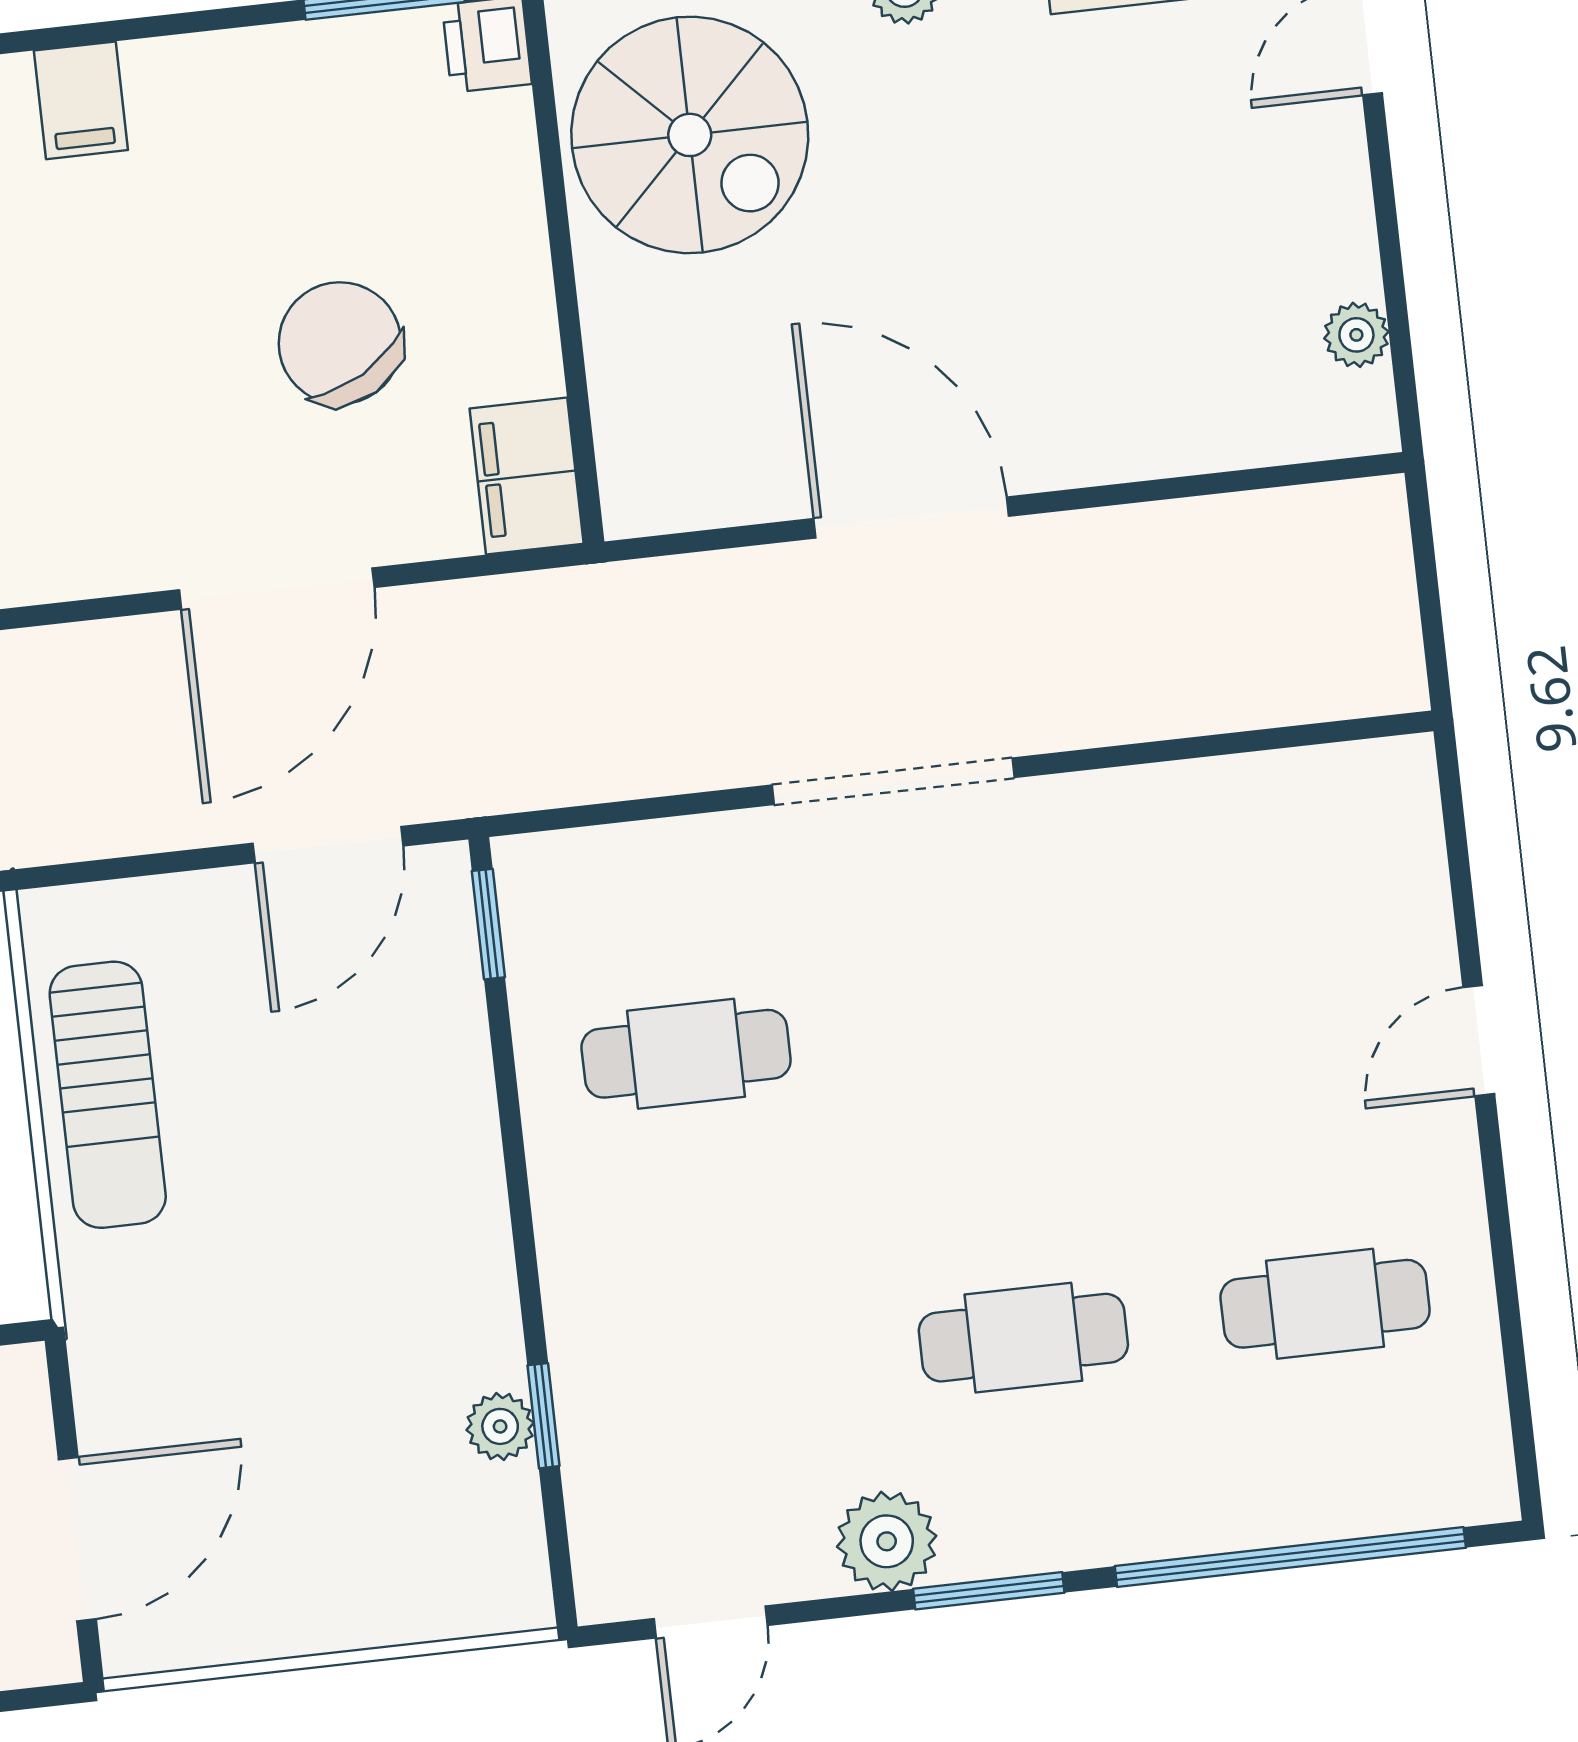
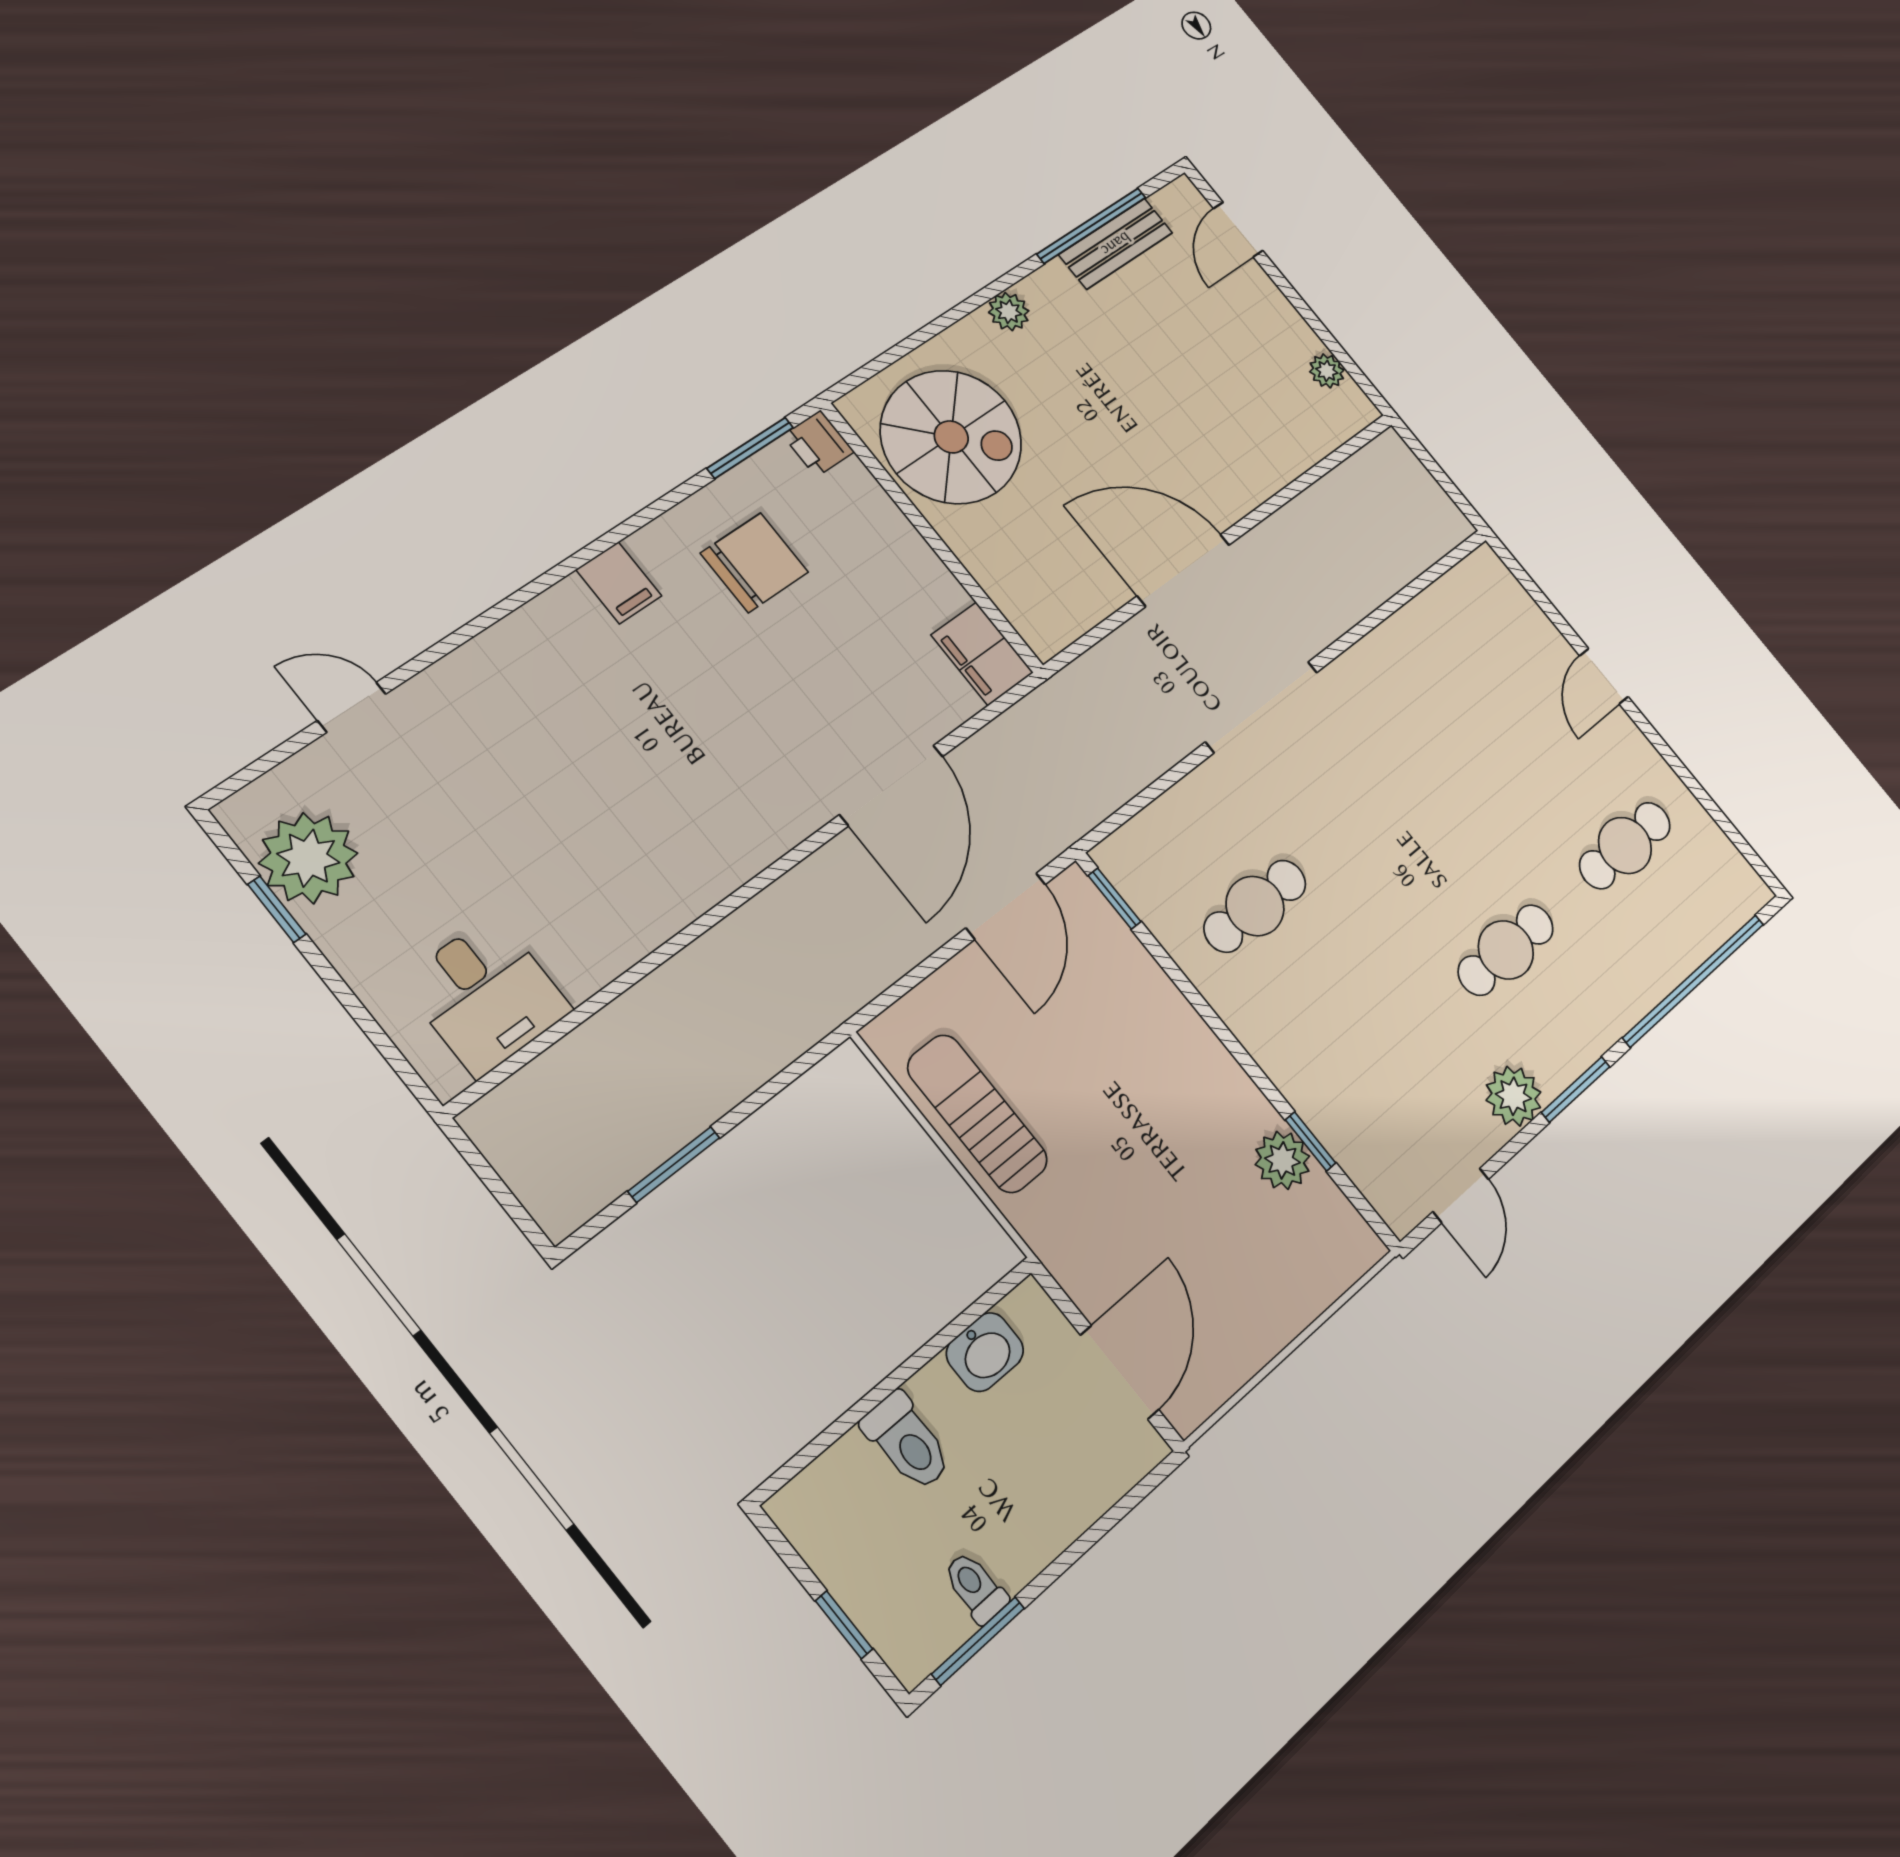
chair: (340, 343) -> (754, 563), moved, turned 120
sun lounger: (108, 1095) -> (977, 1114), turned 180
plant: (500, 1426) -> (1282, 1160), width x1.38, depth x1.38

